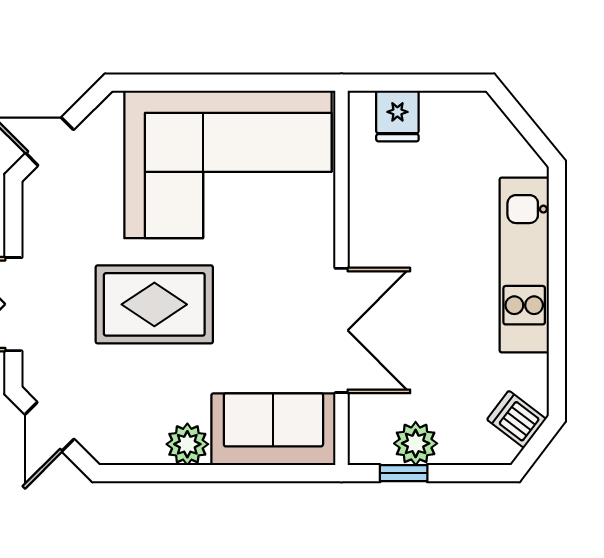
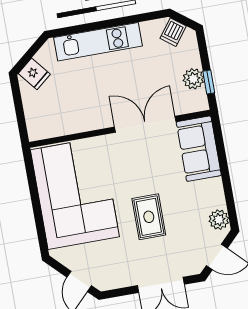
fridge: (397, 116) -> (34, 74), moved, turned 51
rug: (154, 304) -> (149, 217), width x0.73, depth x0.70
plant: (187, 444) -> (219, 220), moved

